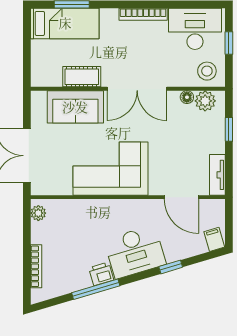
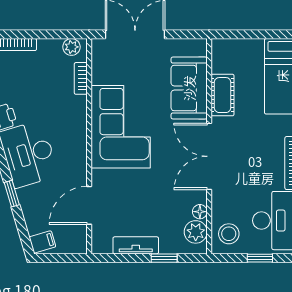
tv unit: (217, 175) -> (136, 245), moved
bookcase: (67, 205) -> (81, 78), added

